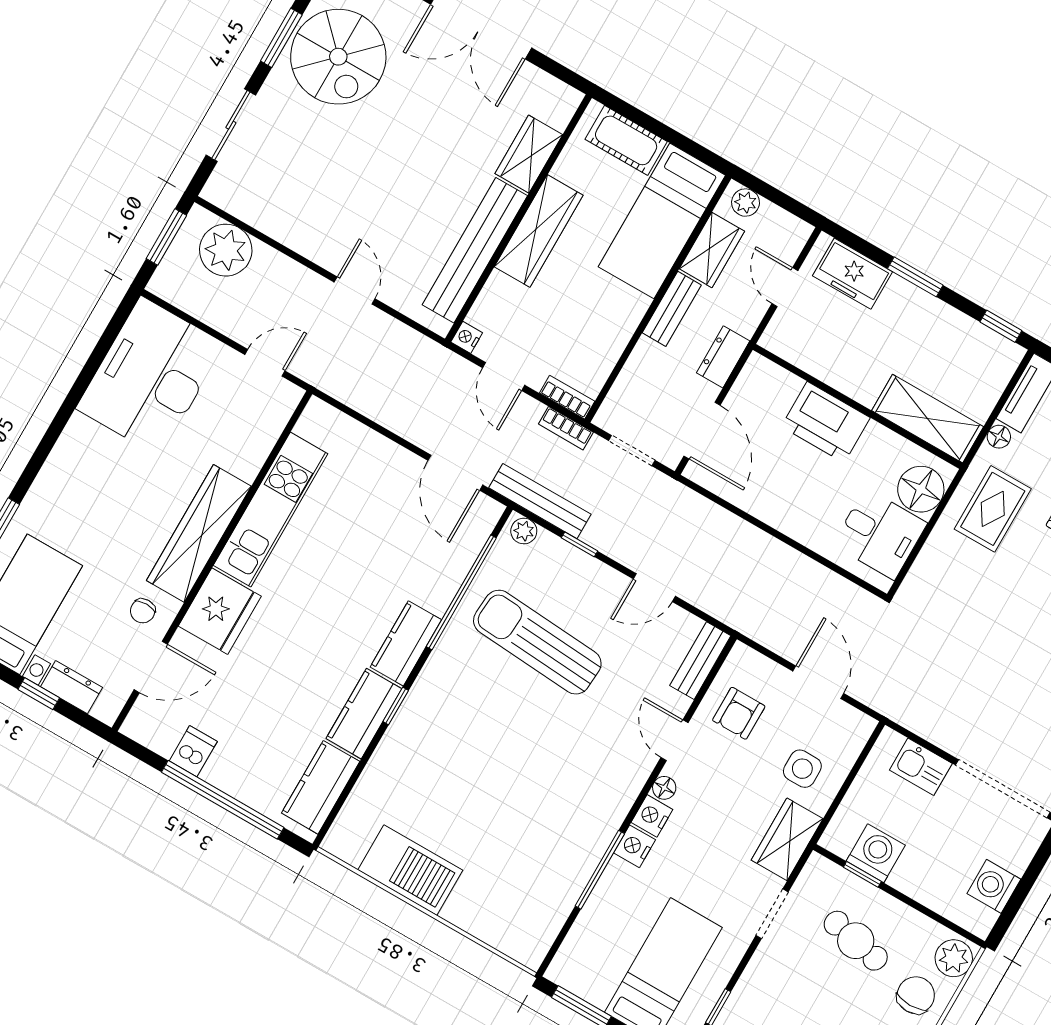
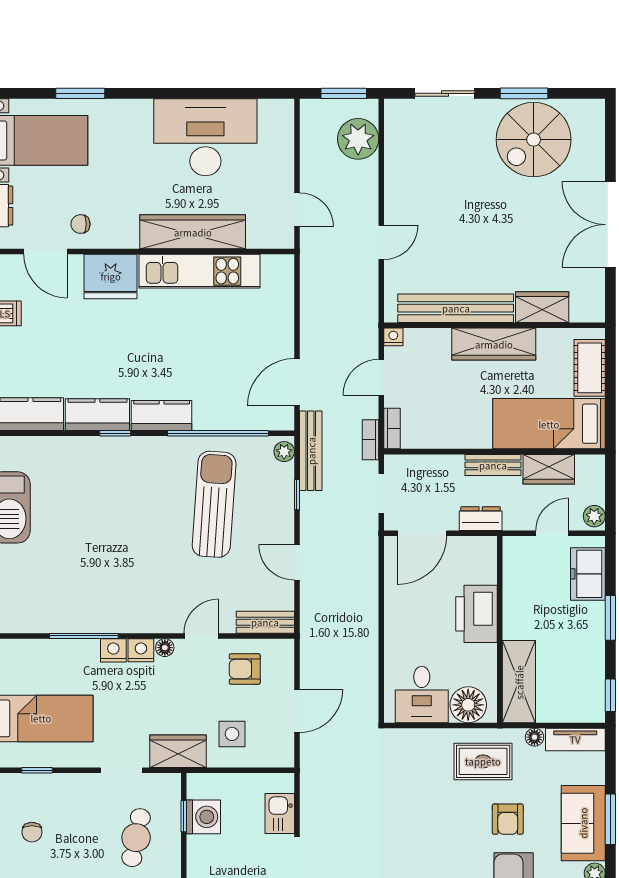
plant: (746, 203) -> (594, 516), moved
desk: (150, 376) -> (205, 137), moved
wardrobe: (199, 533) -> (193, 232), moved

